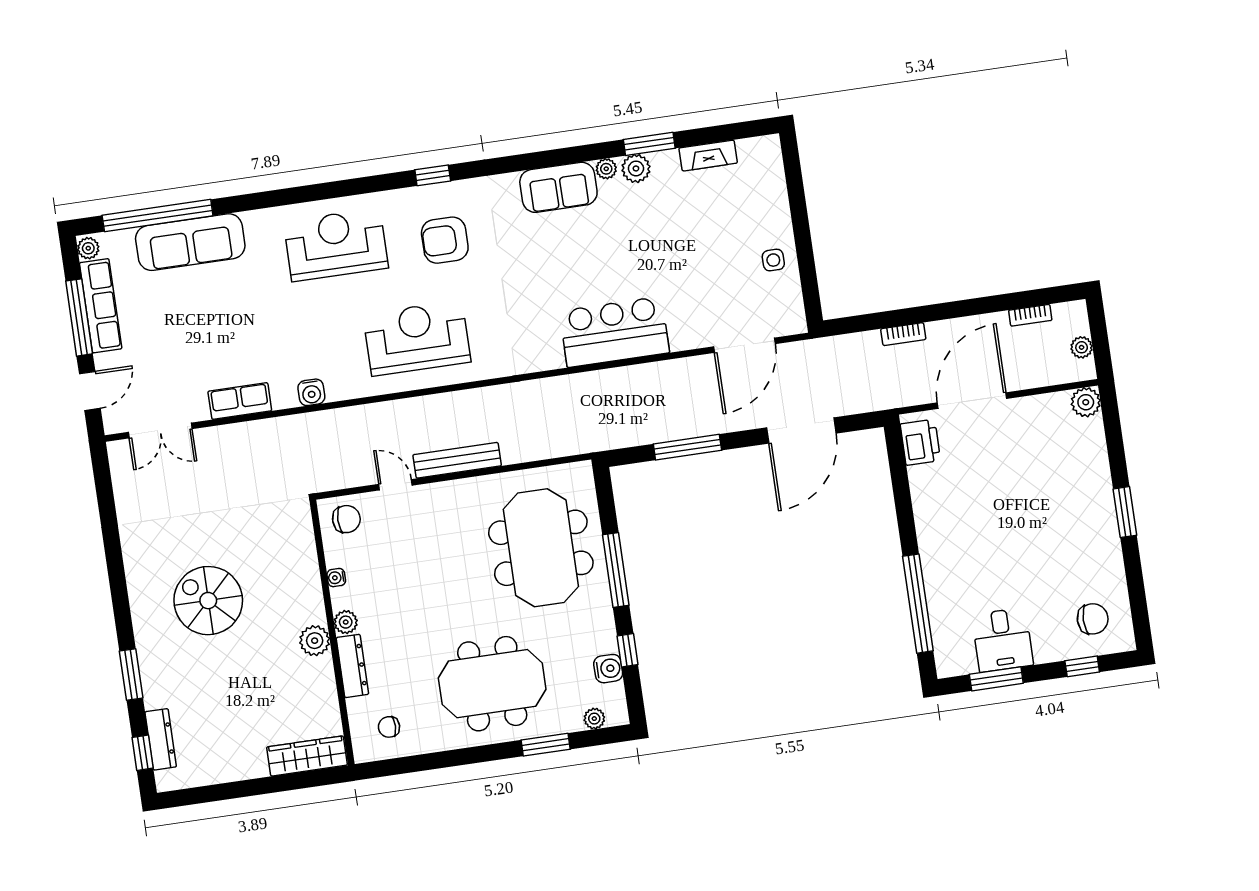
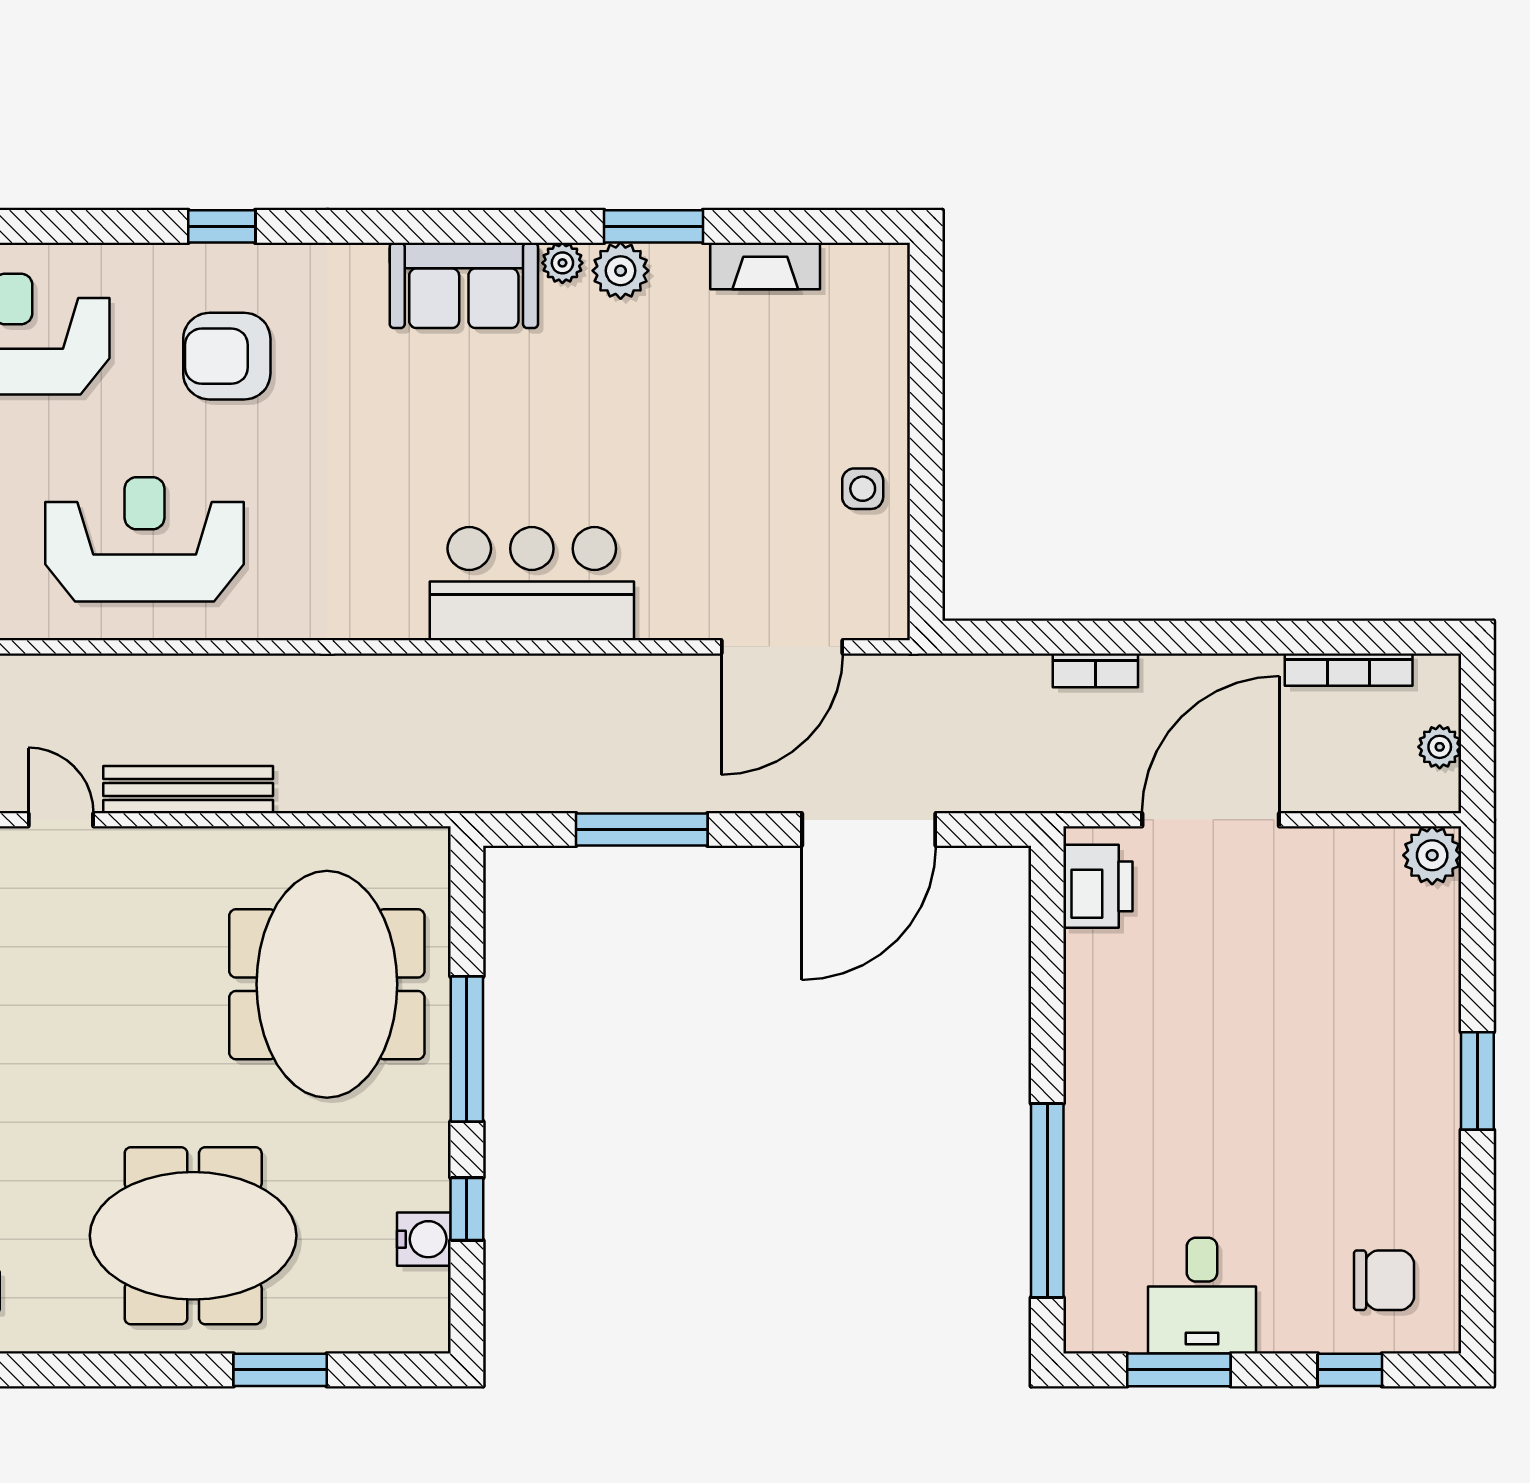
bookcase: (1030, 315) -> (1349, 670), width x1.56
plant: (594, 719) -> (383, 1333), removed

